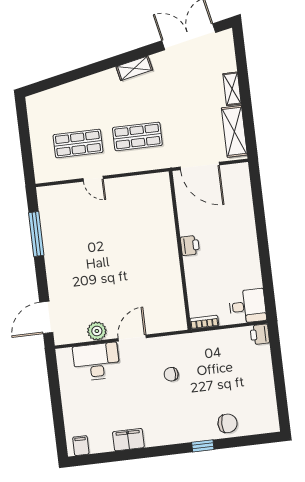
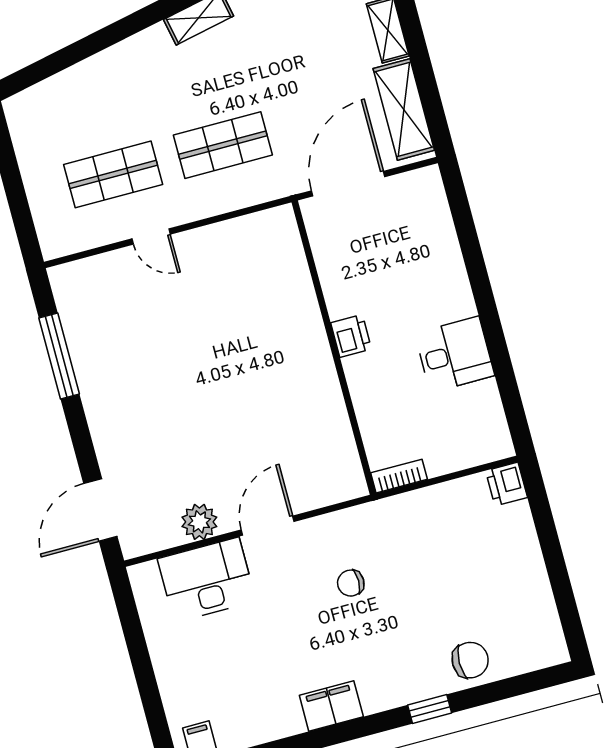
door: (200, 166) -> (348, 184), swing flipped
desk: (247, 306) -> (454, 354), moved
filing cabinet: (128, 440) -> (331, 706), moved

